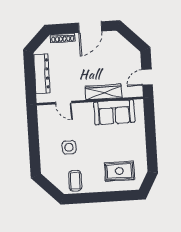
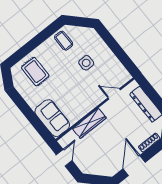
sofa: (114, 112) -> (52, 118), moved, turned 90
rug: (119, 171) -> (35, 72), turned 90

